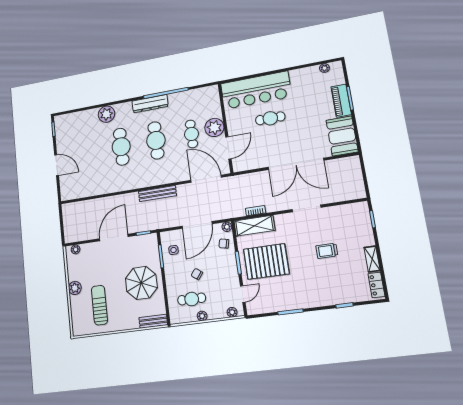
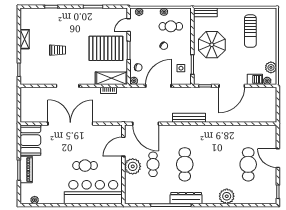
cafe table: (121, 147) -> (248, 164), moved
barbecue: (89, 249) -> (255, 79), added
locker: (376, 285) -> (25, 19), removed
plant: (75, 288) -> (271, 67), moved

